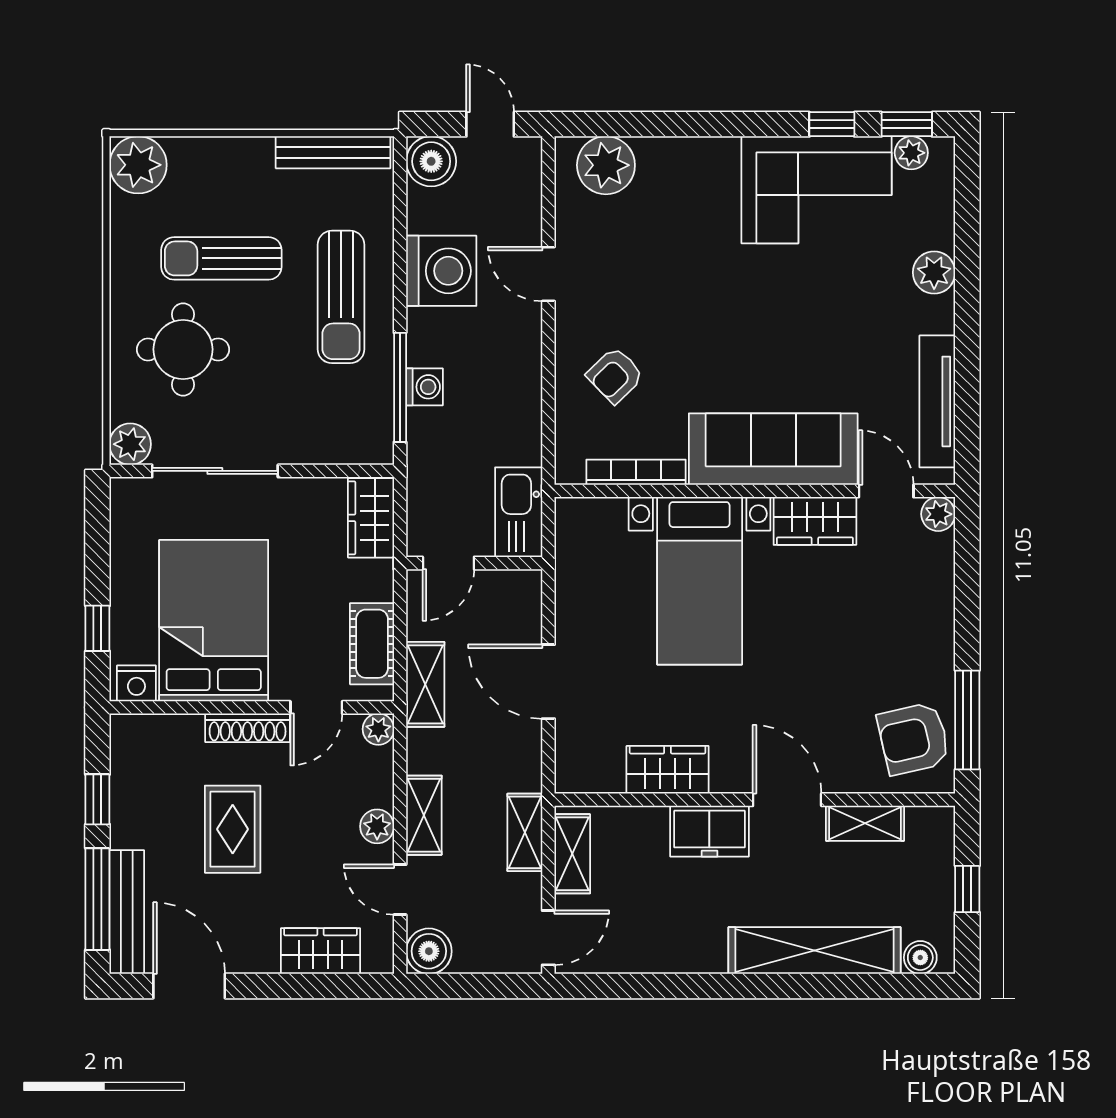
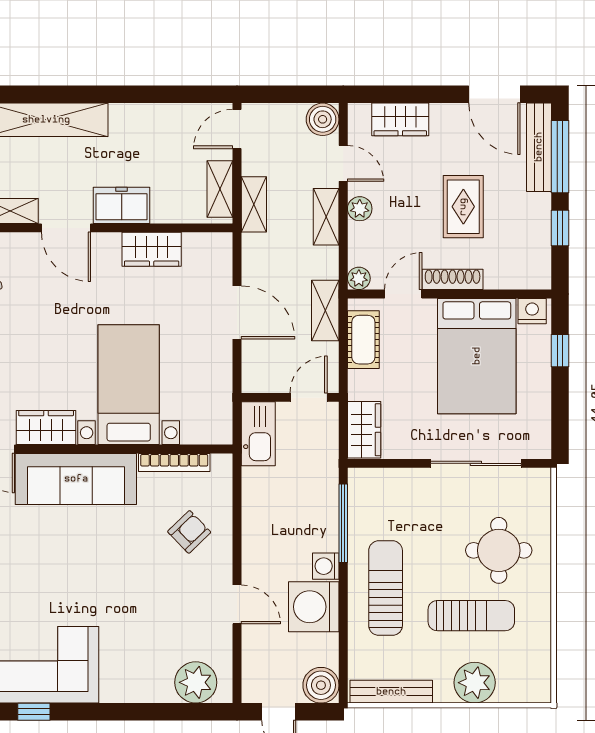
plant: (138, 165) -> (475, 683), moved
washing machine: (424, 387) -> (326, 566), moved
plant: (130, 444) -> (537, 483), removed

